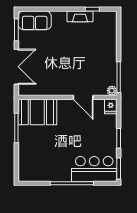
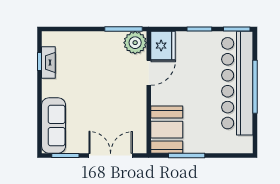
fireplace: (80, 16) -> (48, 62), moved
sofa: (35, 20) -> (54, 126), width x1.36
plant: (112, 91) -> (135, 43), width x1.88, depth x1.88
fridge: (111, 106) -> (163, 46), width x1.88, depth x1.34
bar counter: (94, 169) -> (237, 83), width x1.86

